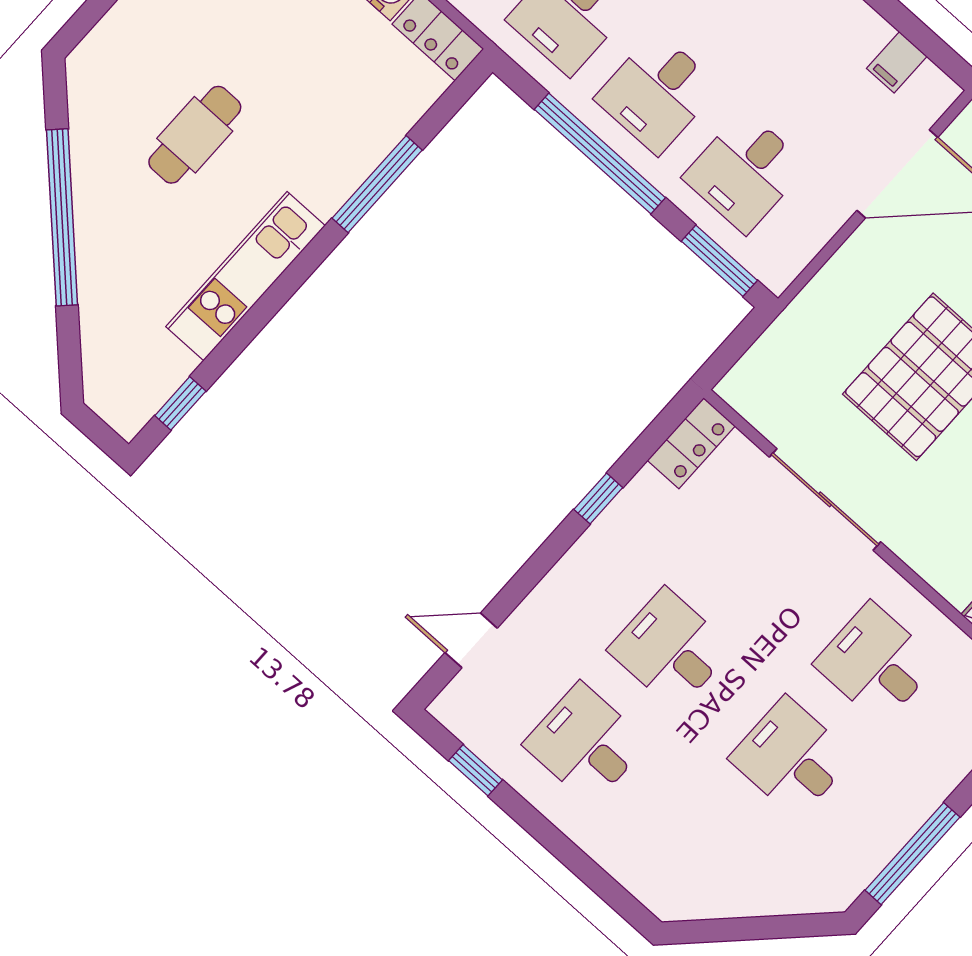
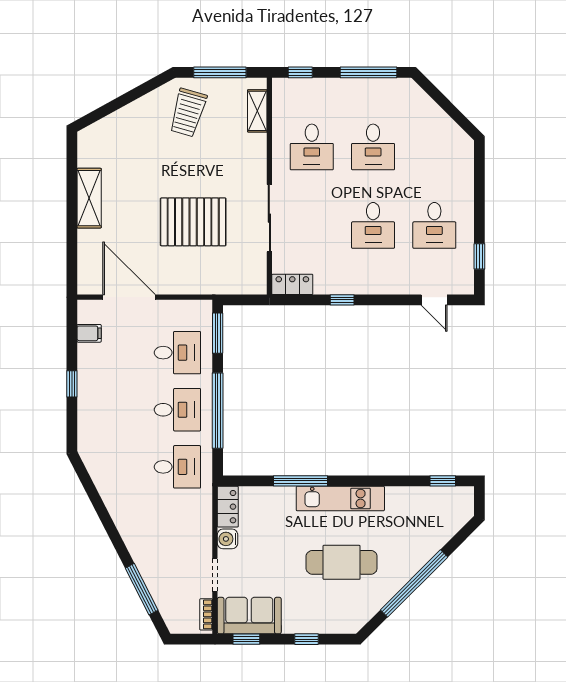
cafe table: (195, 135) -> (342, 562), width x1.37, depth x1.35
kitchen unit: (246, 276) -> (340, 498), moved

